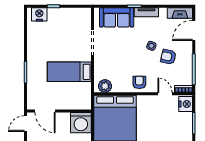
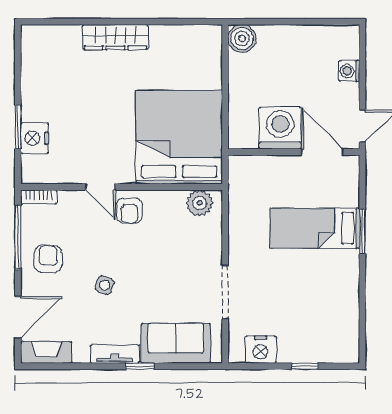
nightstand: (39, 14) -> (260, 350), moved
armchair: (168, 57) -> (48, 259), moved, turned -103
bed: (69, 72) -> (315, 228), moved, turned 180
door: (165, 94) -> (101, 187), moved
nightstand: (186, 104) -> (35, 138), moved
washing machine: (81, 123) -> (280, 128), moved

